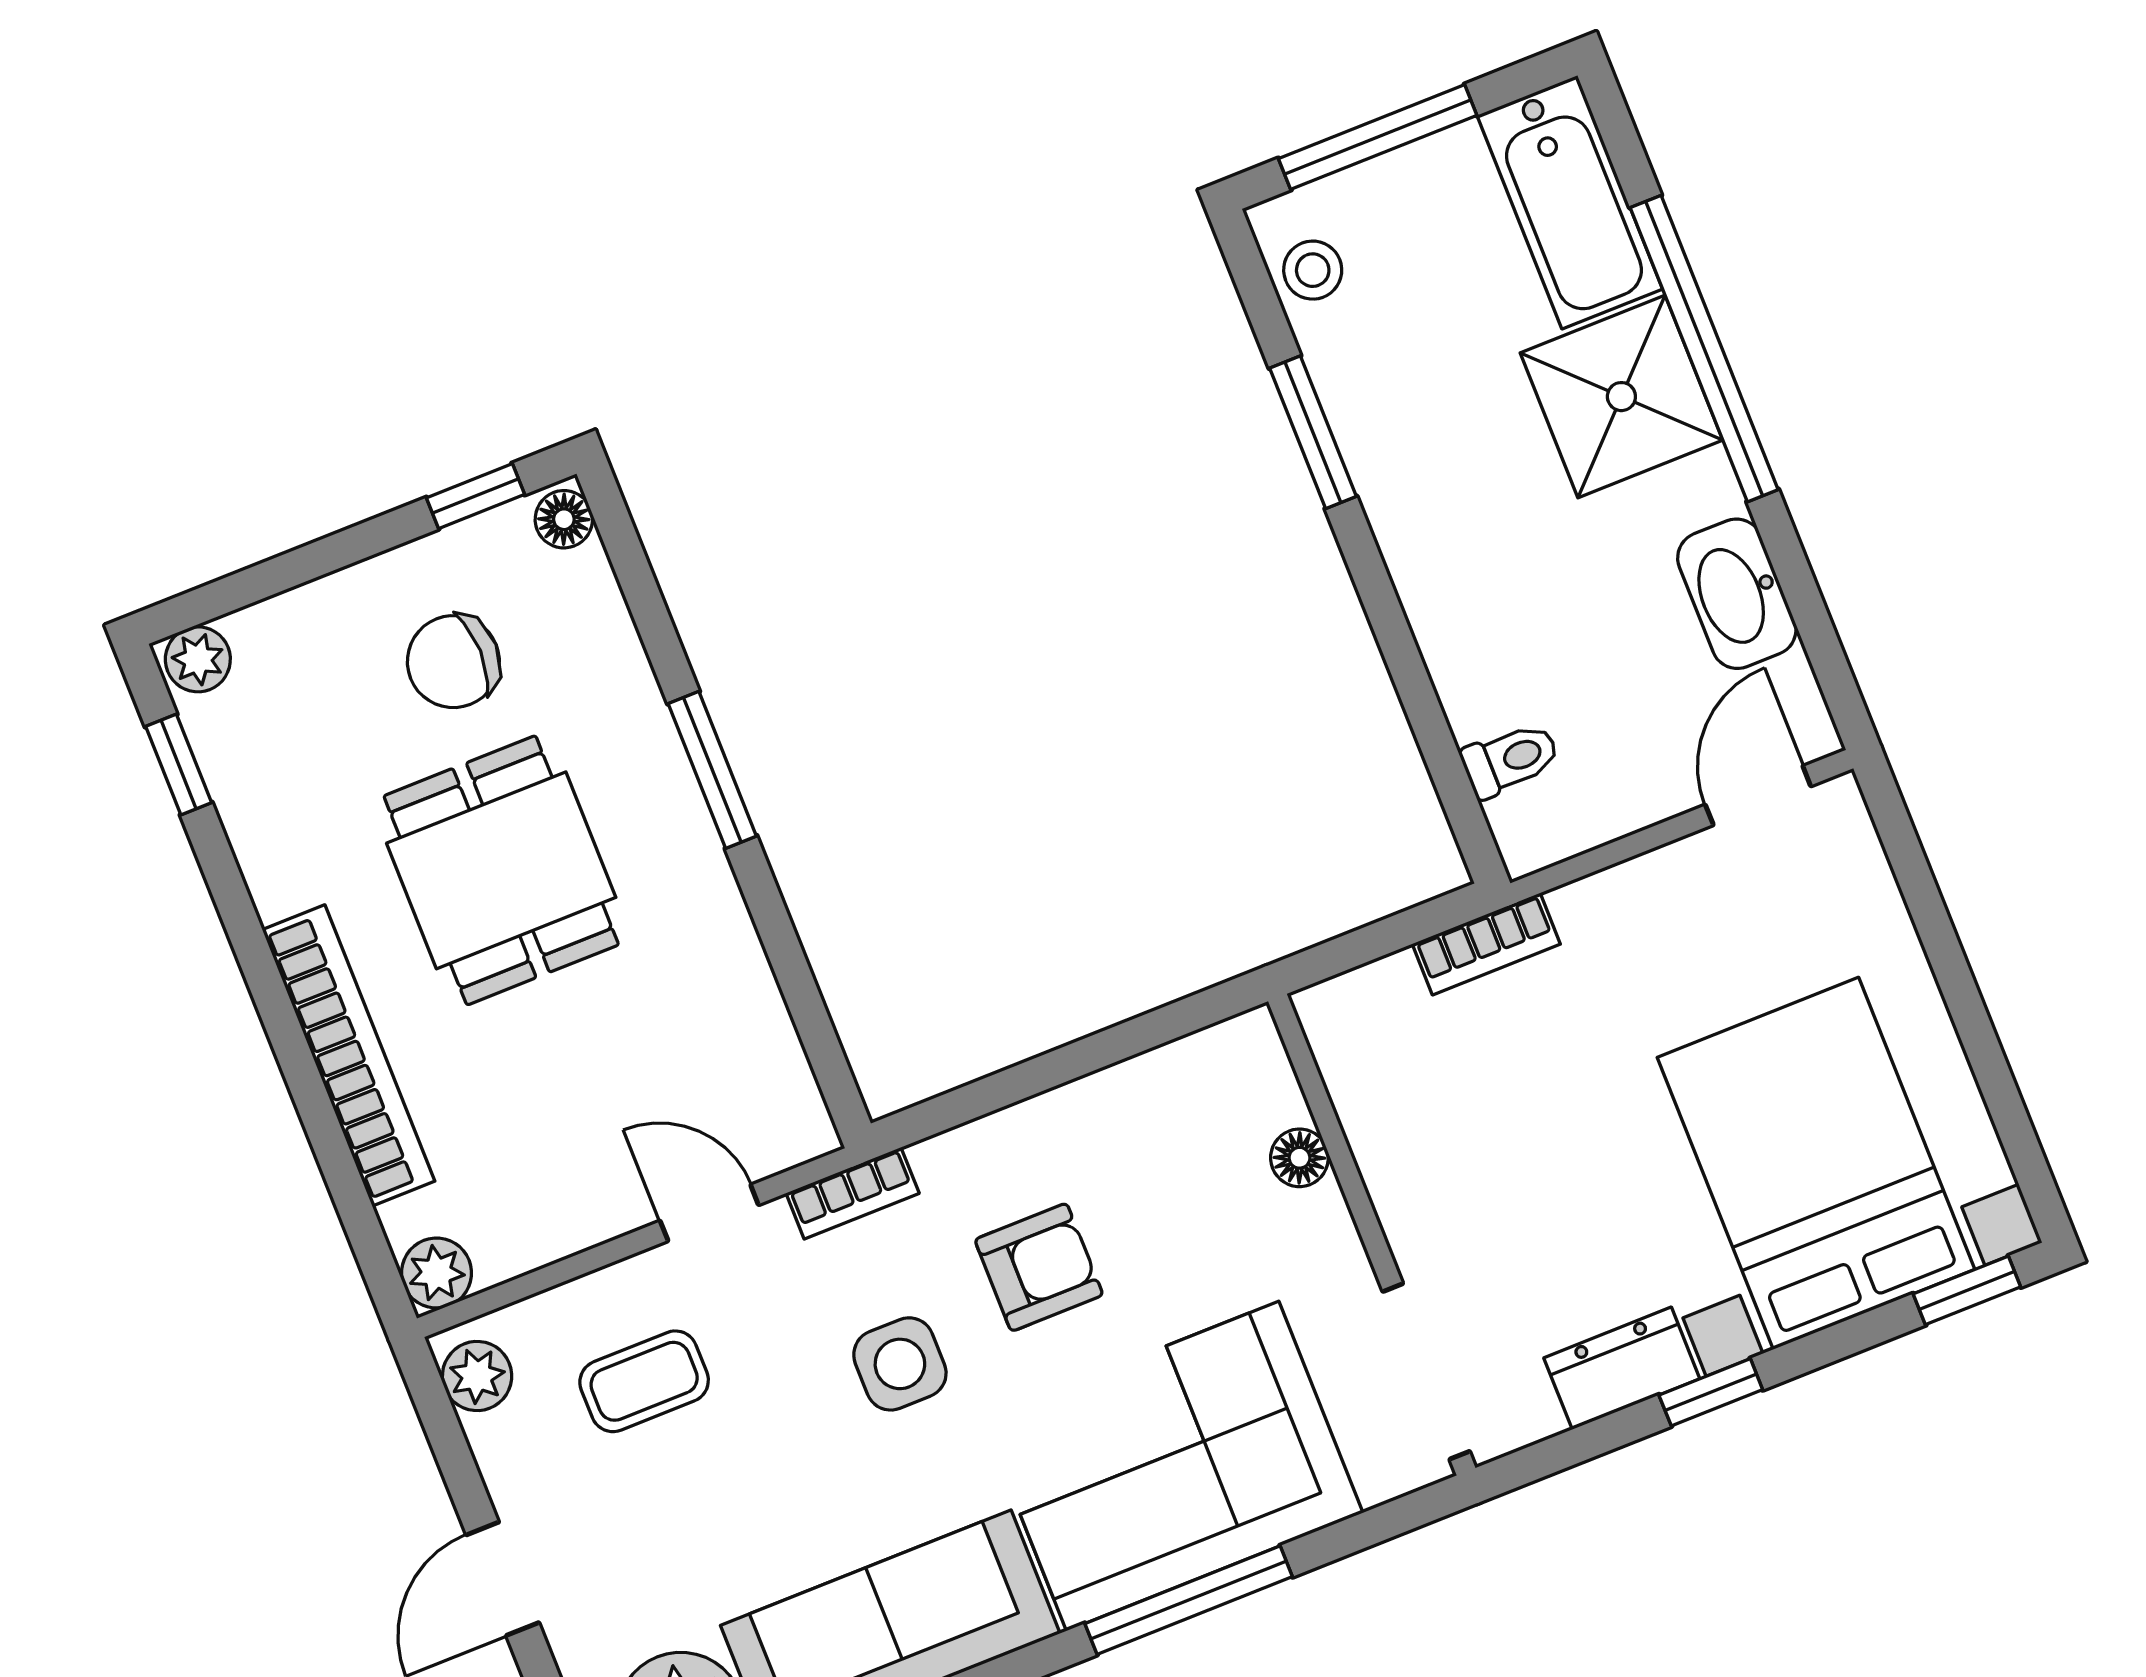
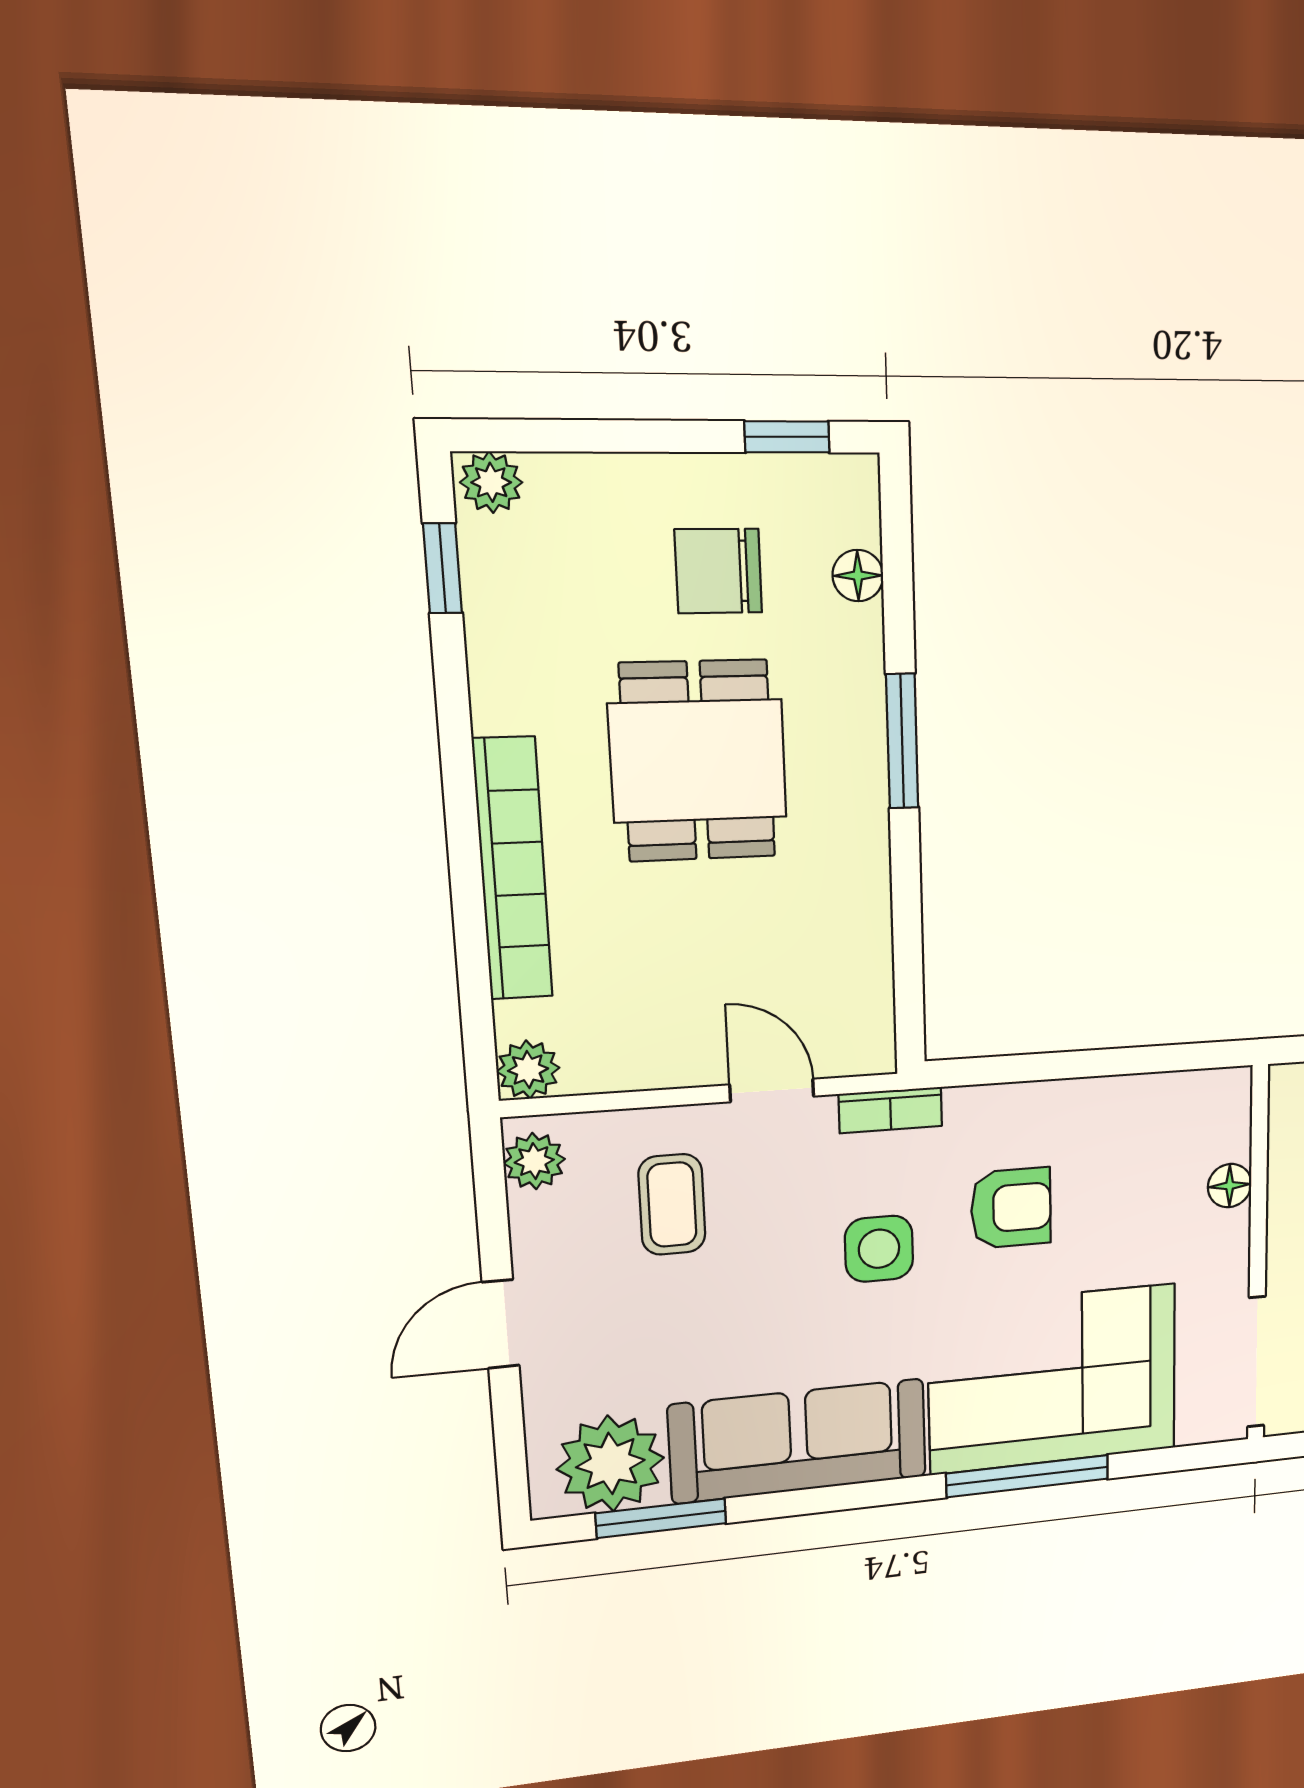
floor lamp: (564, 519) -> (858, 576), moved
coffee table: (644, 1381) -> (672, 1205), turned 90

